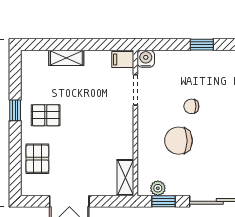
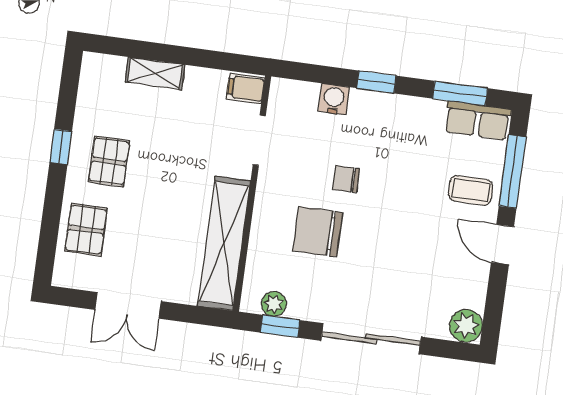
water cooler: (146, 59) -> (334, 99), moved
pallet: (46, 115) -> (109, 161), turned 90
shelving: (125, 178) -> (224, 244), width x2.20, depth x1.33

